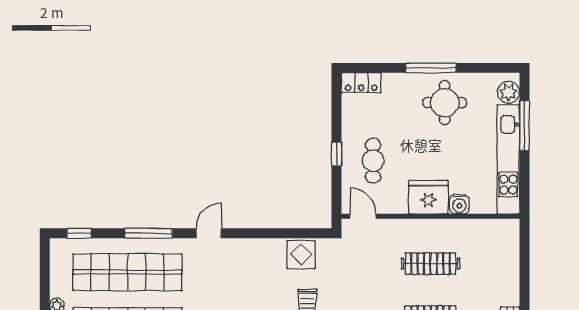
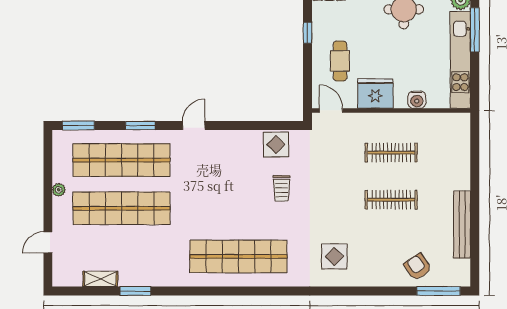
window: (337, 154) -> (308, 33), moved
fridge: (428, 197) -> (375, 94), moved
window: (79, 233) -> (78, 126), width x1.50
window: (149, 233) -> (140, 126), width x0.69

